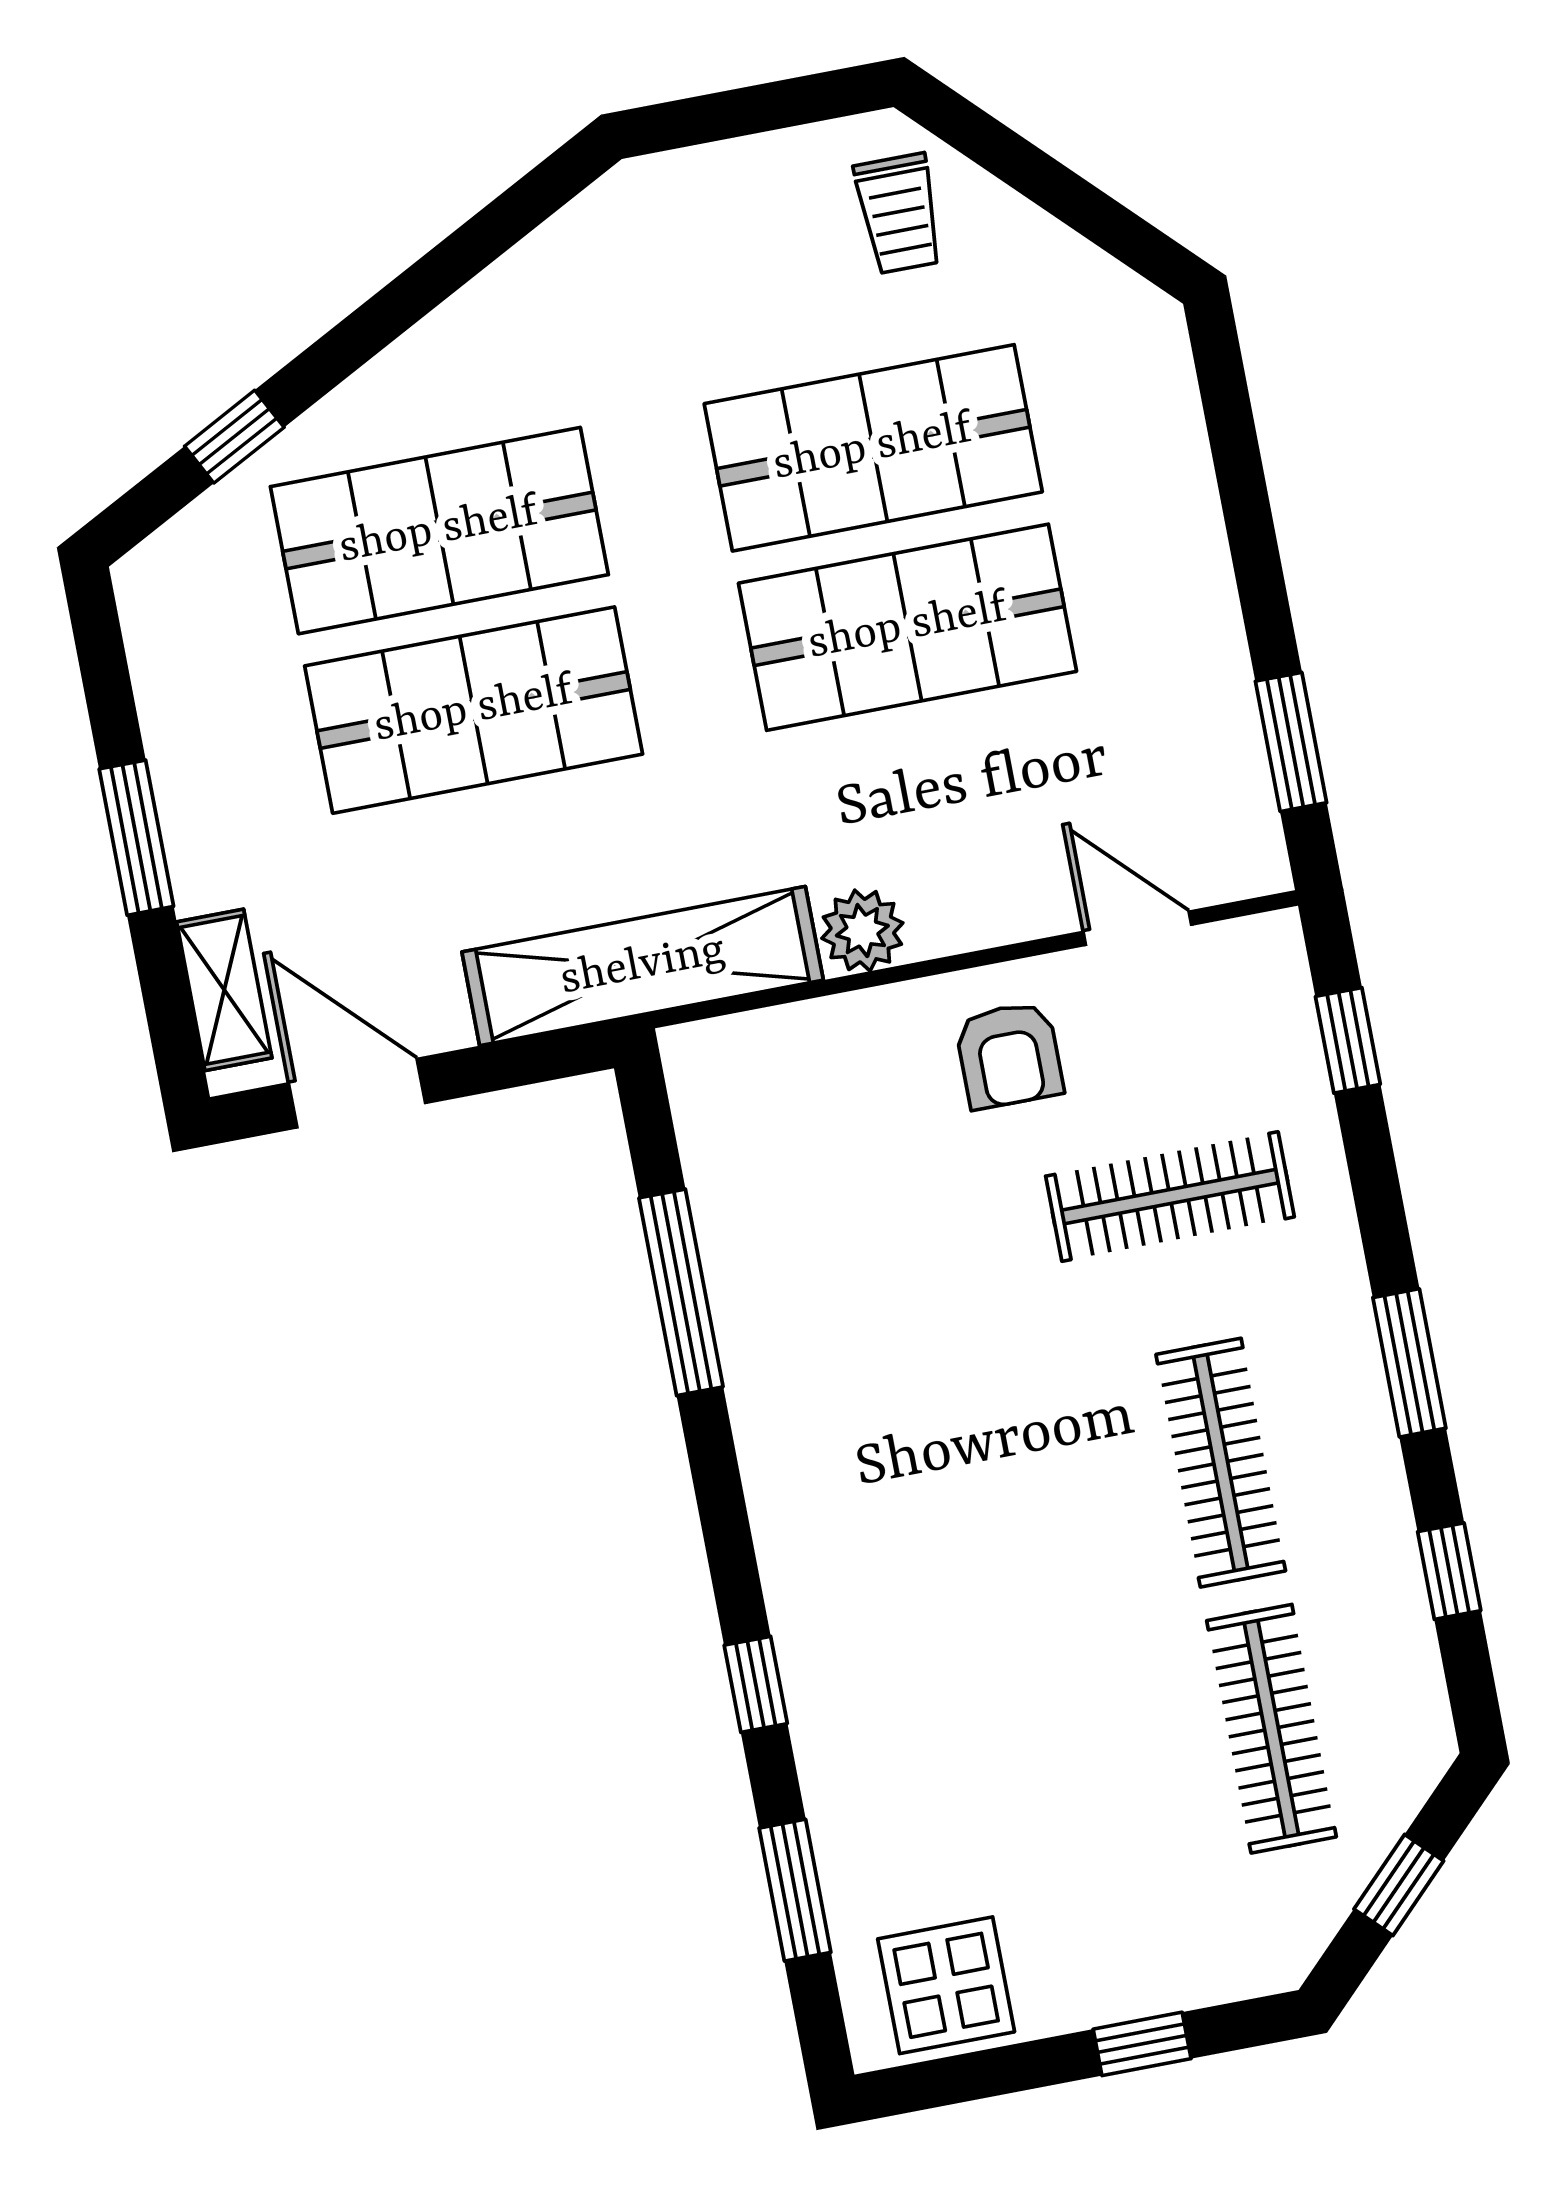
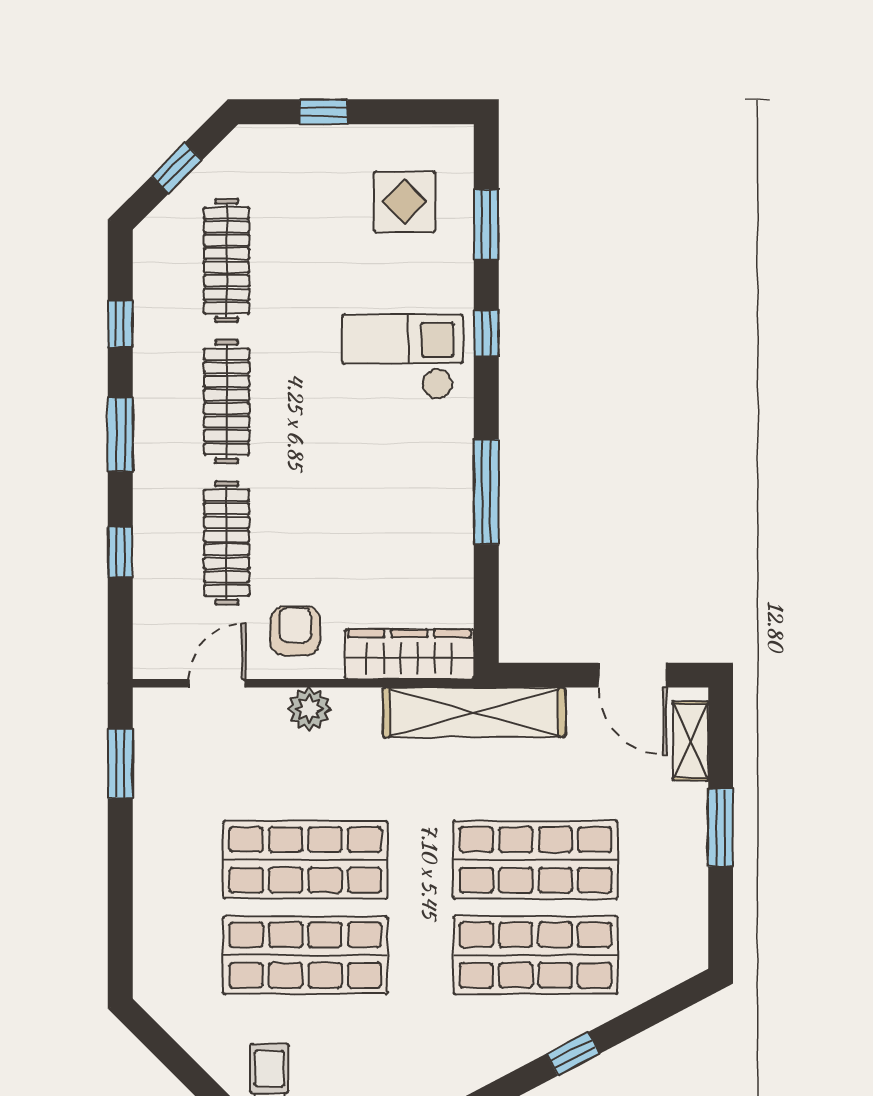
window: (234, 437) -> (573, 1054), moved
door: (1137, 928) -> (217, 683), swing flipped
plant: (862, 931) -> (309, 709), moved
window: (1348, 1040) -> (120, 552), moved
wardrobe: (785, 1052) -> (409, 654), added
clothes rail: (1170, 1197) -> (227, 543), turned 90
window: (681, 1292) -> (486, 492), moved
checkout: (905, 1611) -> (403, 357), added
display table: (946, 1985) -> (405, 202), moved

